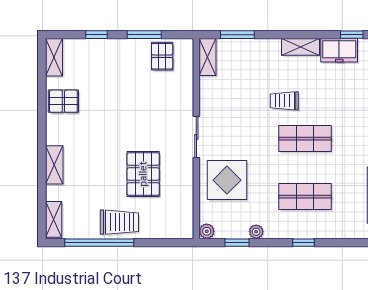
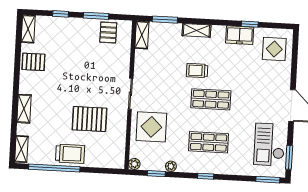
shelving: (301, 47) -> (196, 30), moved
pallet: (143, 174) -> (90, 119), turned 90

